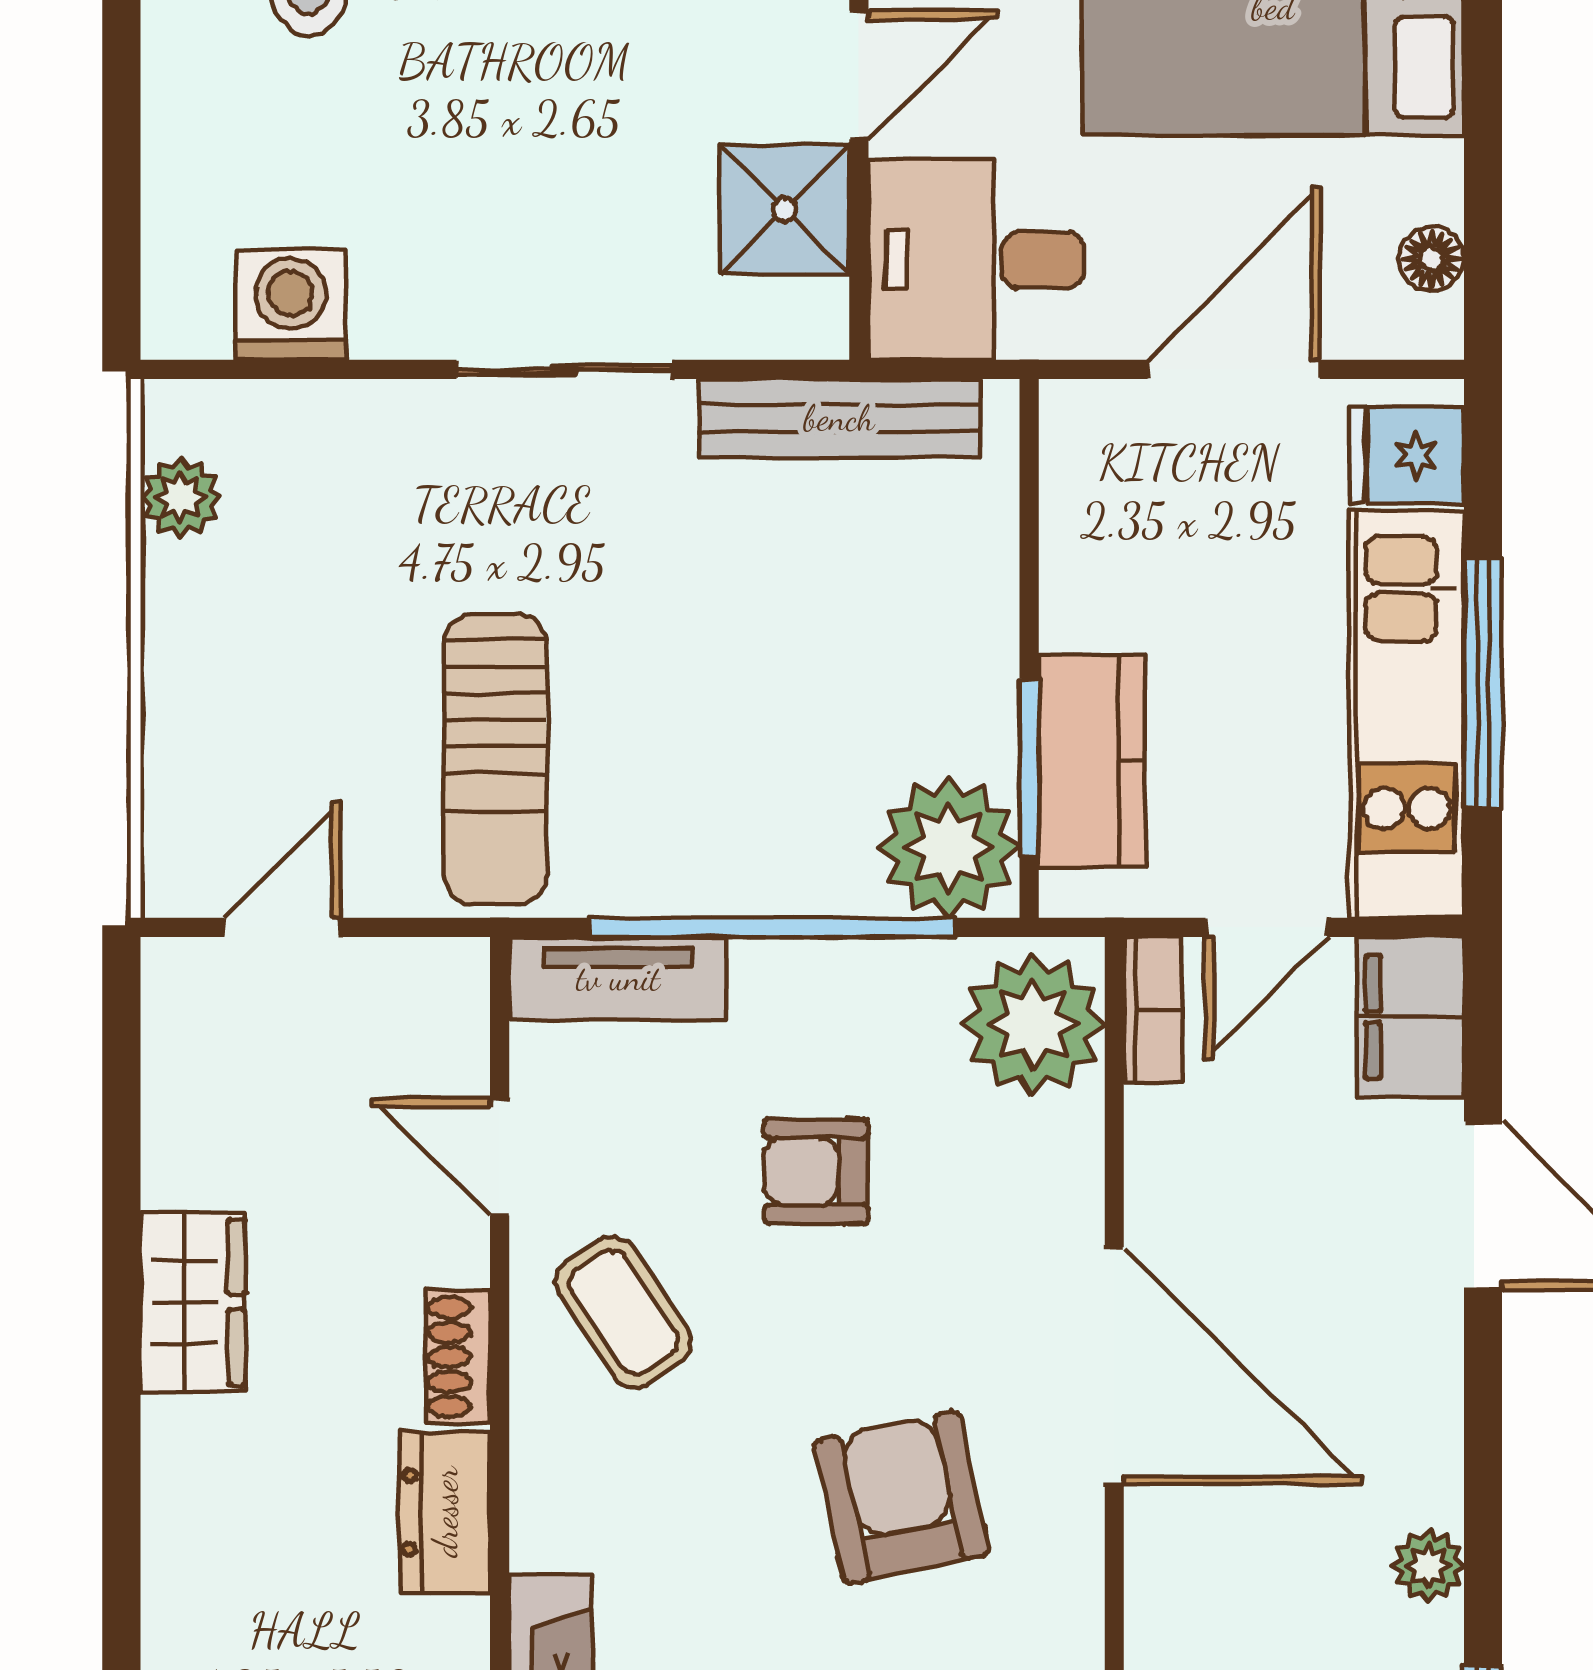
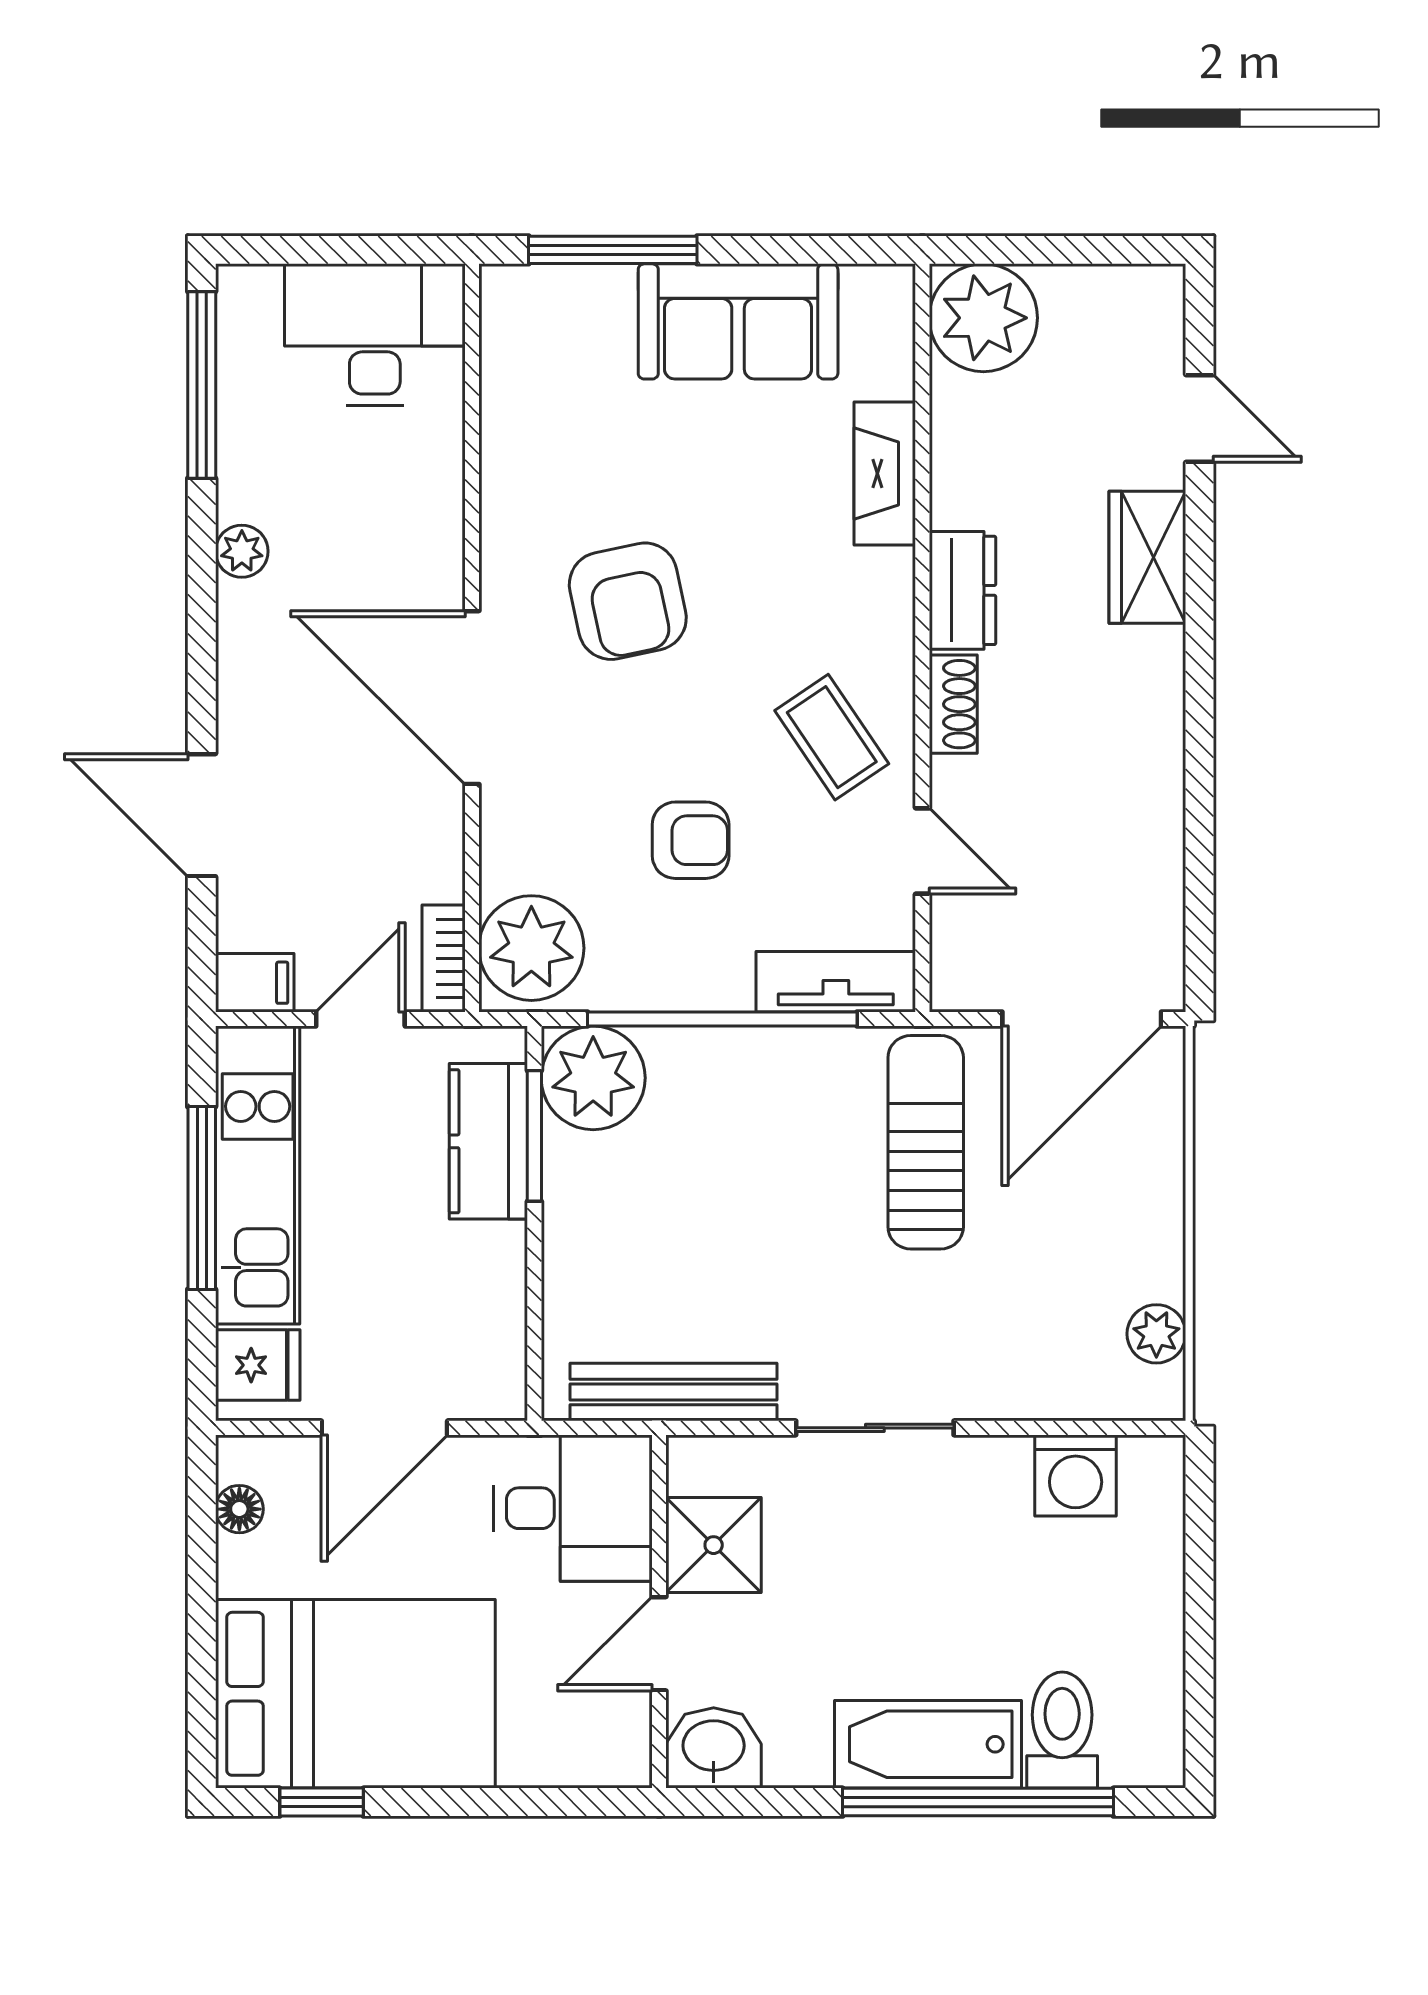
door: (282, 927) -> (1082, 1019), width x1.87
filing cabinet: (1411, 1017) -> (255, 983), width x0.50
wardrobe: (193, 1302) -> (1147, 557), moved

